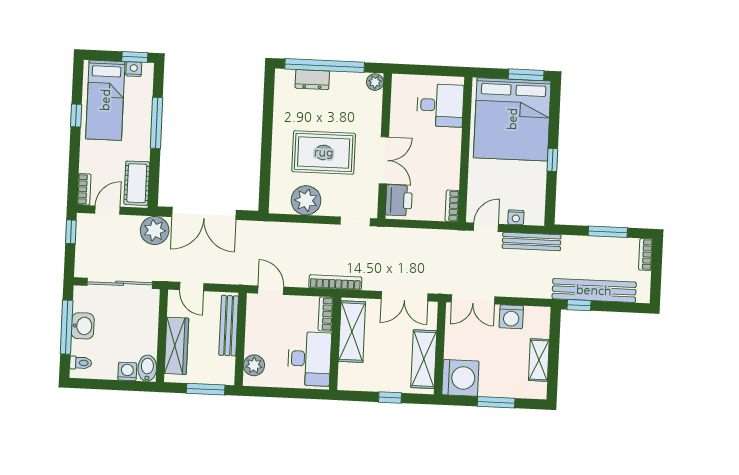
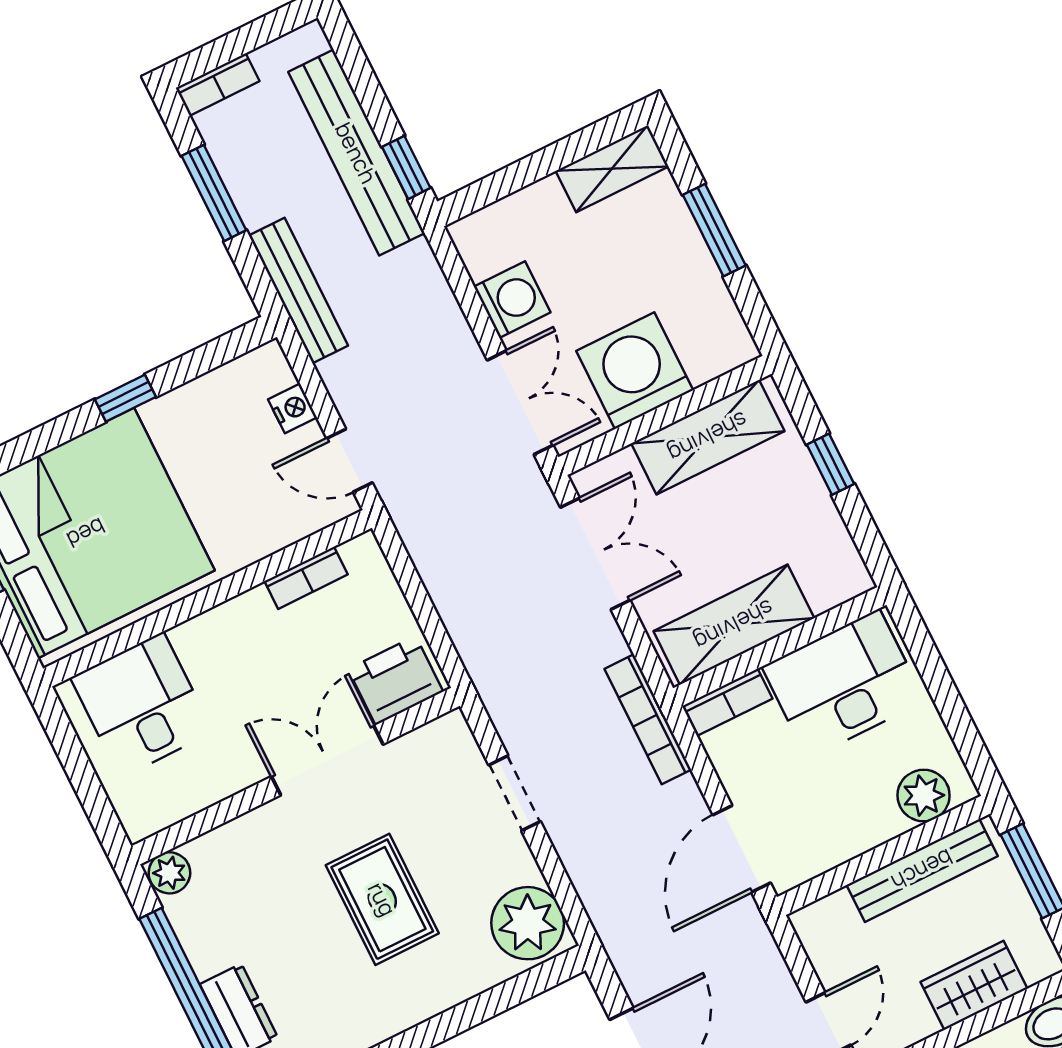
rug: (324, 152) -> (382, 899), width x0.73, depth x0.70
plant: (306, 200) -> (528, 923), moved
bookcase: (452, 206) -> (306, 578), moved
doorway: (355, 221) -> (515, 793), moved
bench: (532, 242) -> (299, 290), moved
door: (271, 290) -> (742, 849), width x1.38
bench: (229, 326) -> (922, 870), moved
wardrobe: (177, 346) -> (974, 985), width x0.67
shelving: (539, 360) -> (612, 169), moved
washing machine: (460, 378) -> (635, 371), moved

